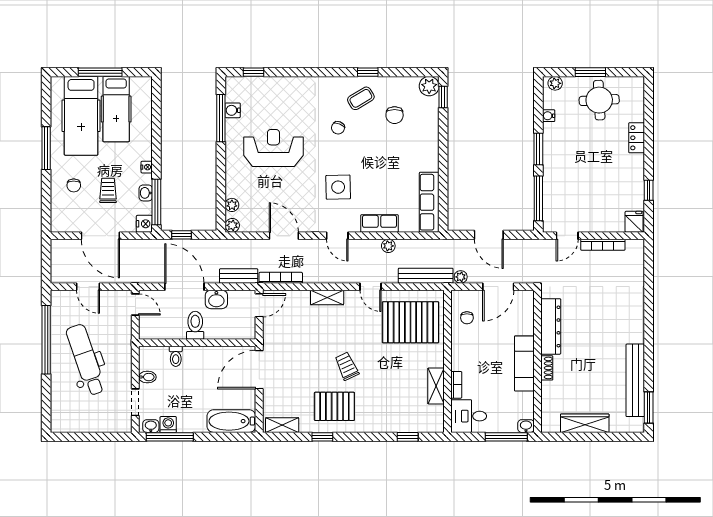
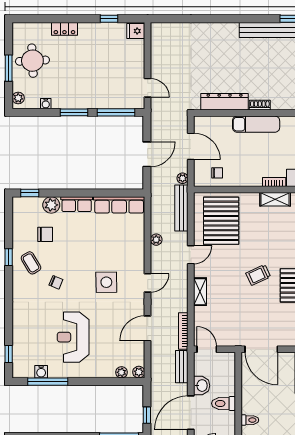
plant: (429, 86) -> (51, 205), moved
row of seats: (379, 223) -> (77, 204), moved, turned -90
bookcase: (603, 245) -> (155, 58), removed

